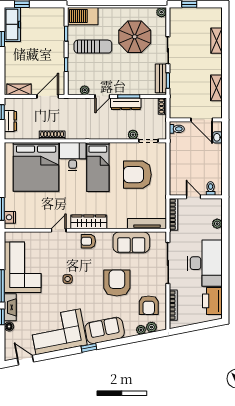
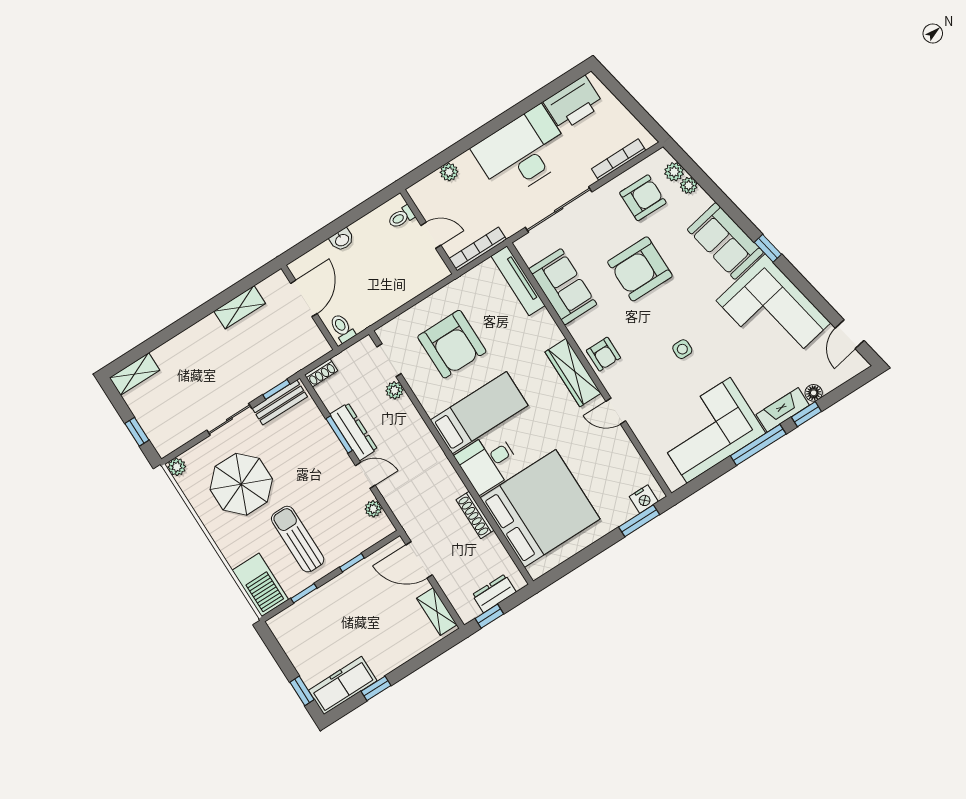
shelving: (216, 41) -> (135, 374), moved
washbasin: (218, 137) -> (342, 240), moved
door: (193, 197) -> (431, 235), swing flipped

